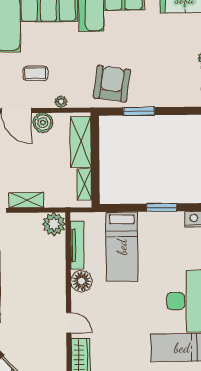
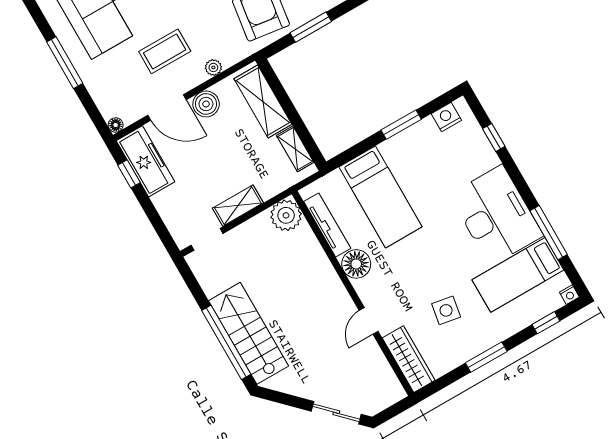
coffee table: (35, 73) -> (165, 51), width x1.36, depth x1.30
door: (69, 323) -> (369, 321), swing flipped
side table: (123, 344) -> (446, 310), added

